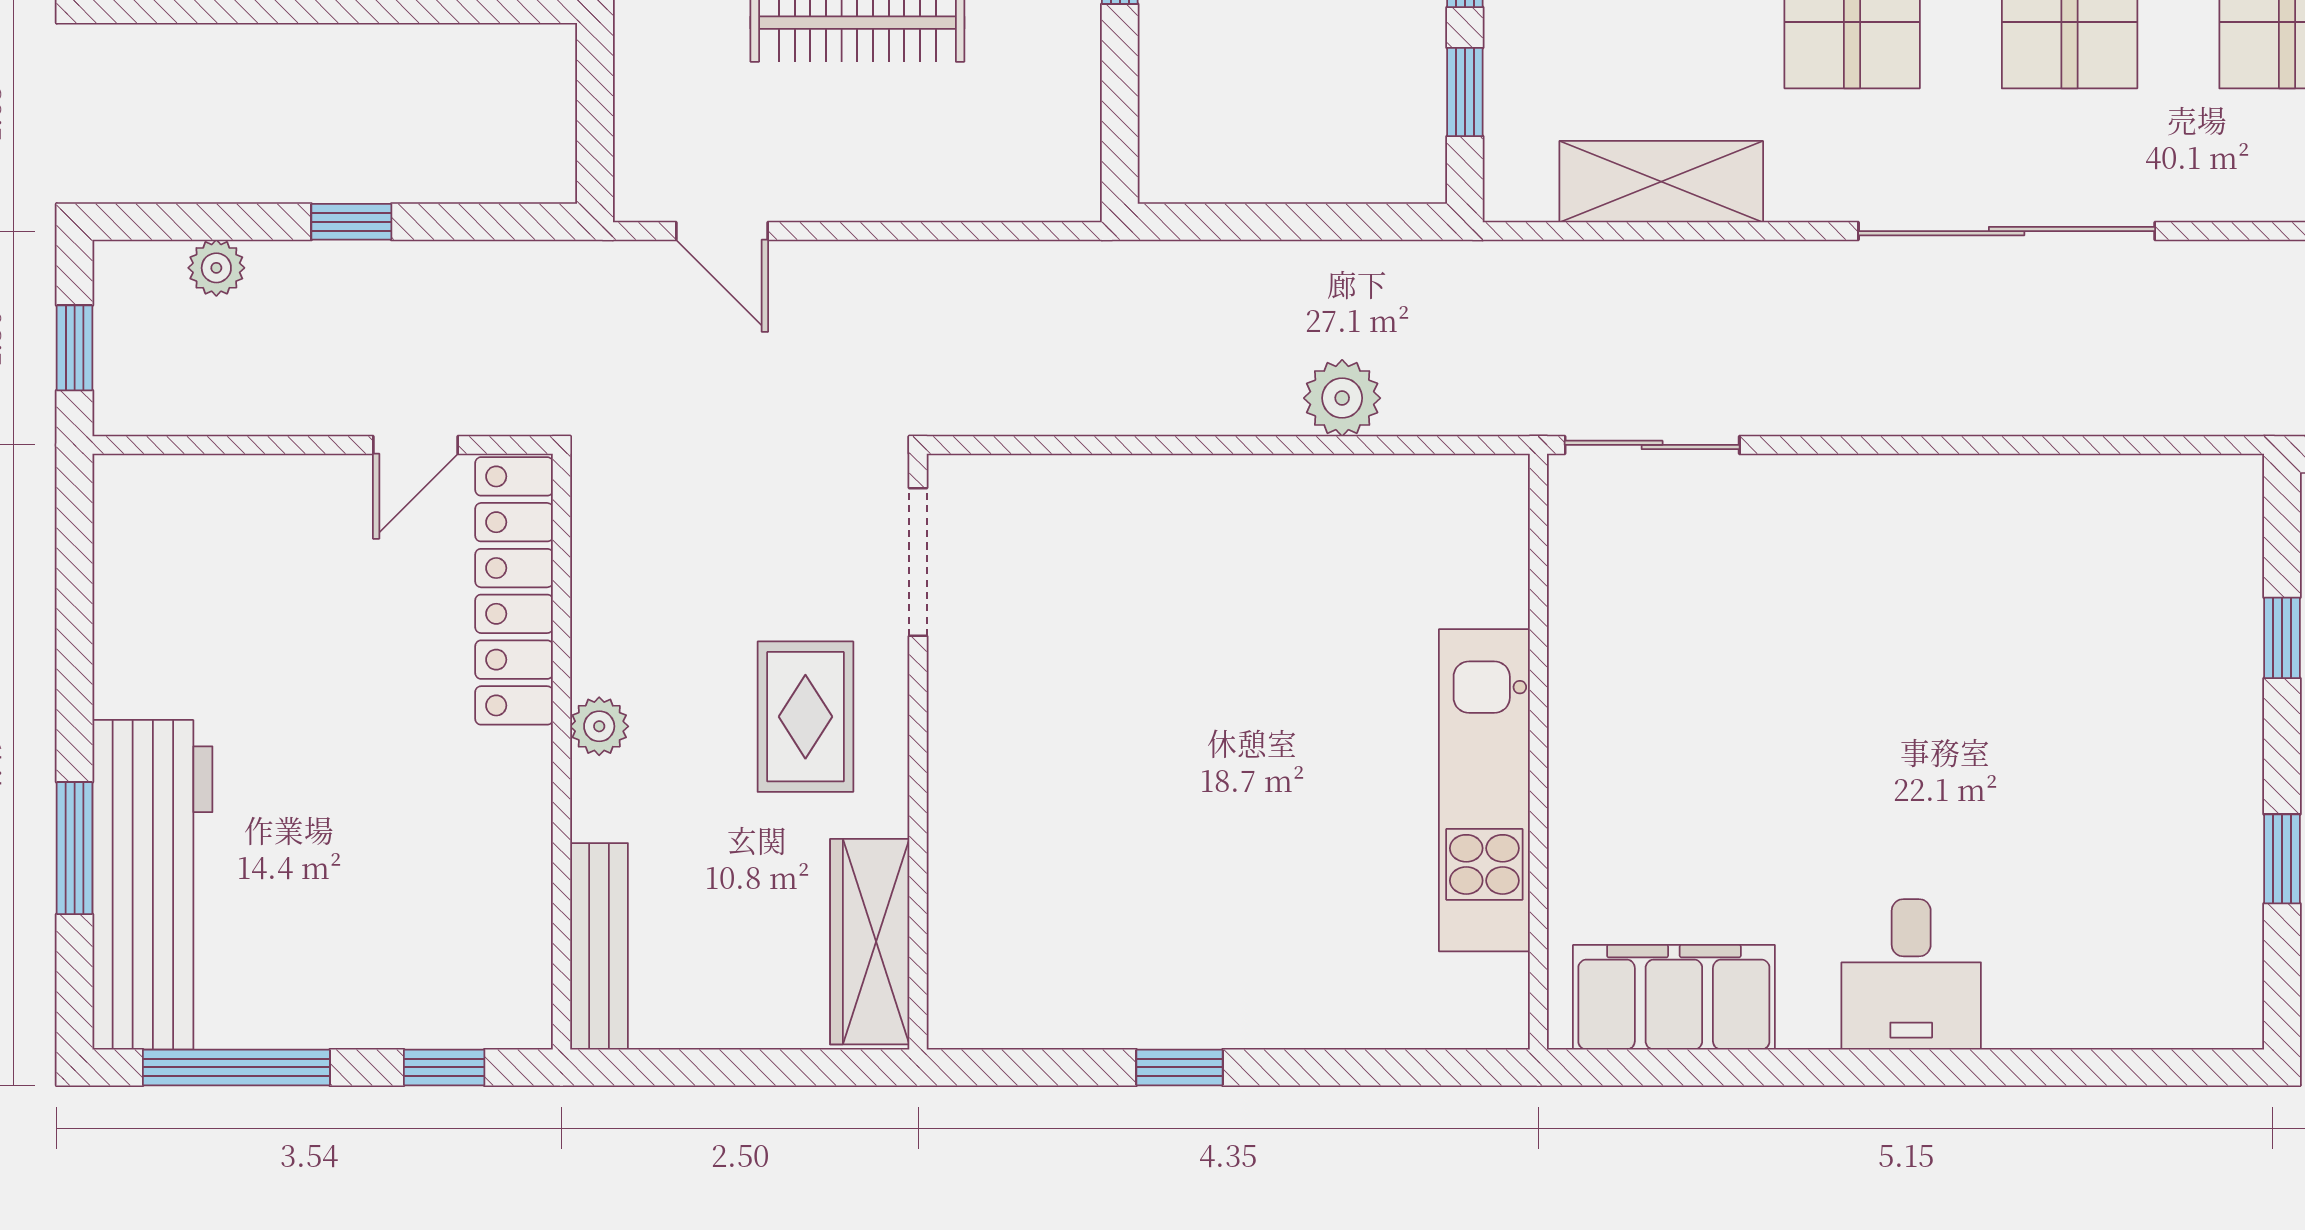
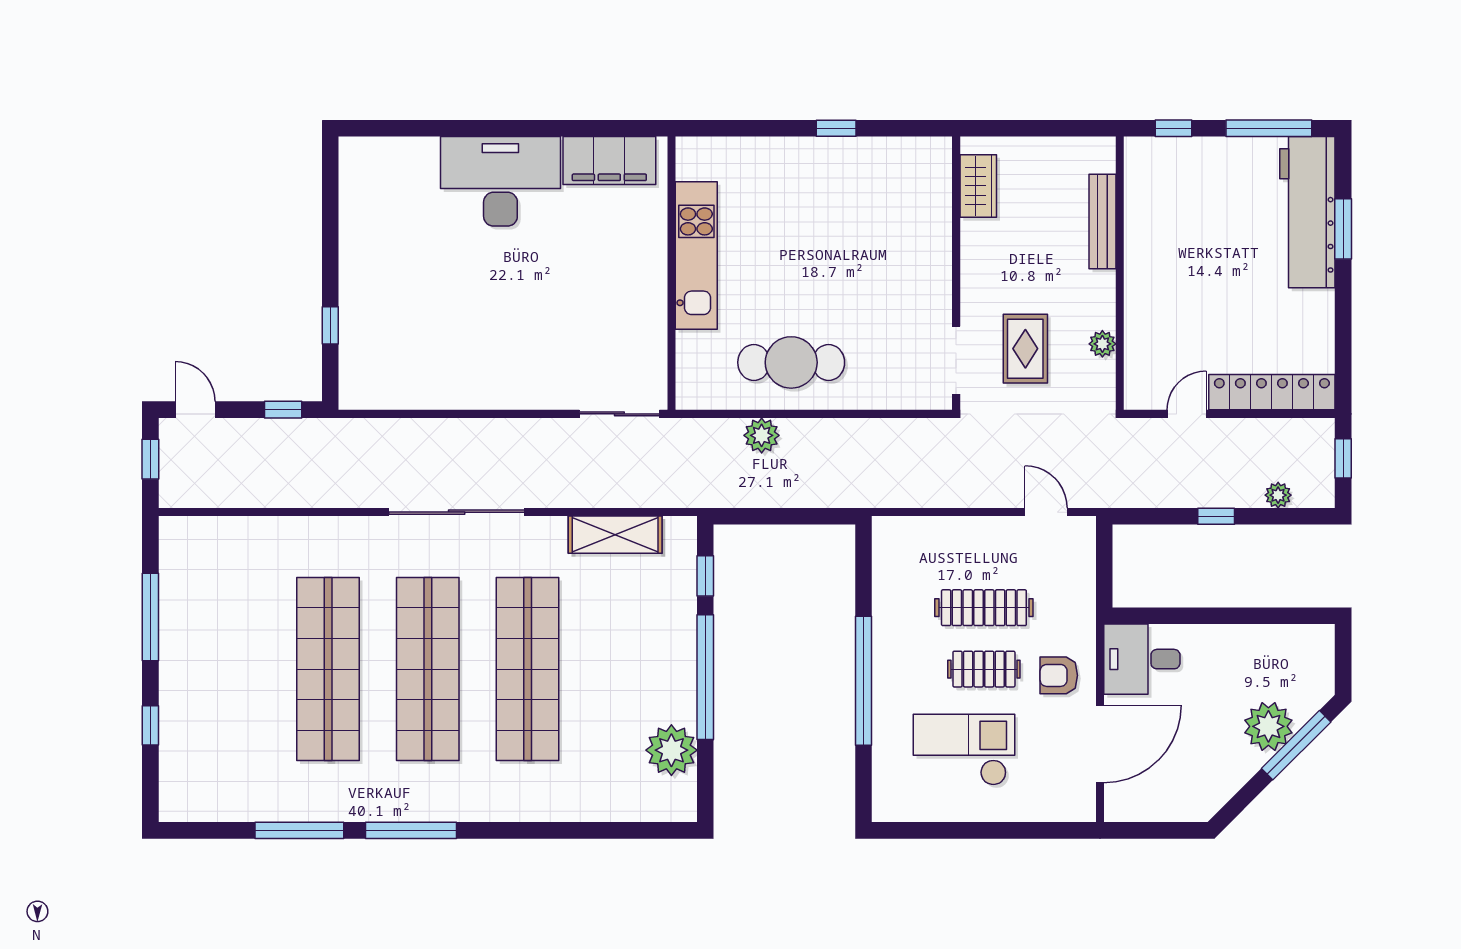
cafe table: (1277, 557) -> (791, 362), added
locker: (514, 591) -> (1272, 392), moved, turned -90
rug: (805, 717) -> (1025, 349), moved
plant: (599, 726) -> (1102, 344), moved
window: (2282, 859) -> (330, 224), removed
wardrobe: (870, 942) -> (978, 186), width x0.67
bench: (599, 946) -> (1103, 221), moved
desk: (1911, 974) -> (500, 181), width x1.87, depth x1.30

